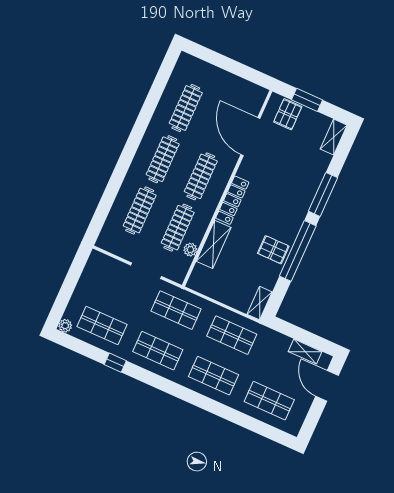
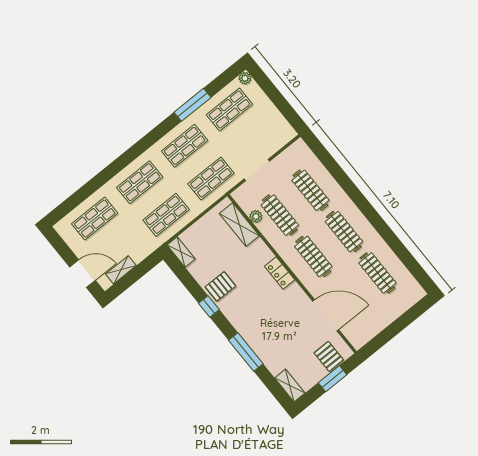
locker: (232, 200) -> (280, 273), width x0.66
shelving: (214, 244) -> (239, 225), moved
window: (298, 251) -> (209, 306), width x0.32
window: (115, 363) -> (192, 105), width x2.17

